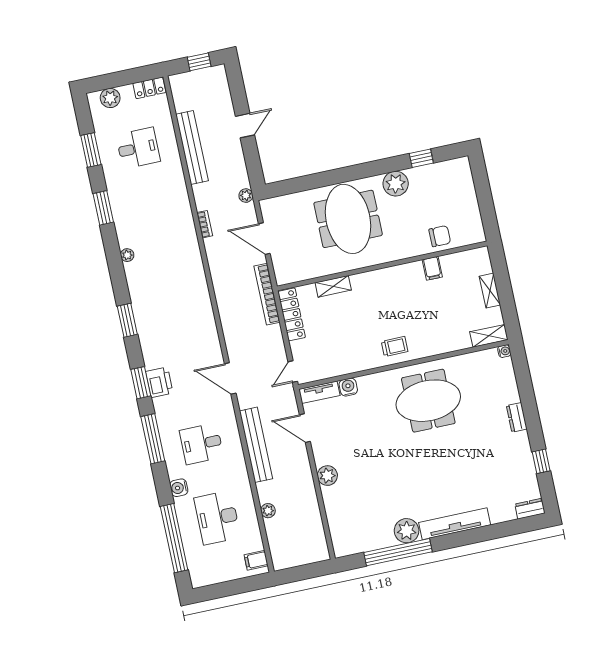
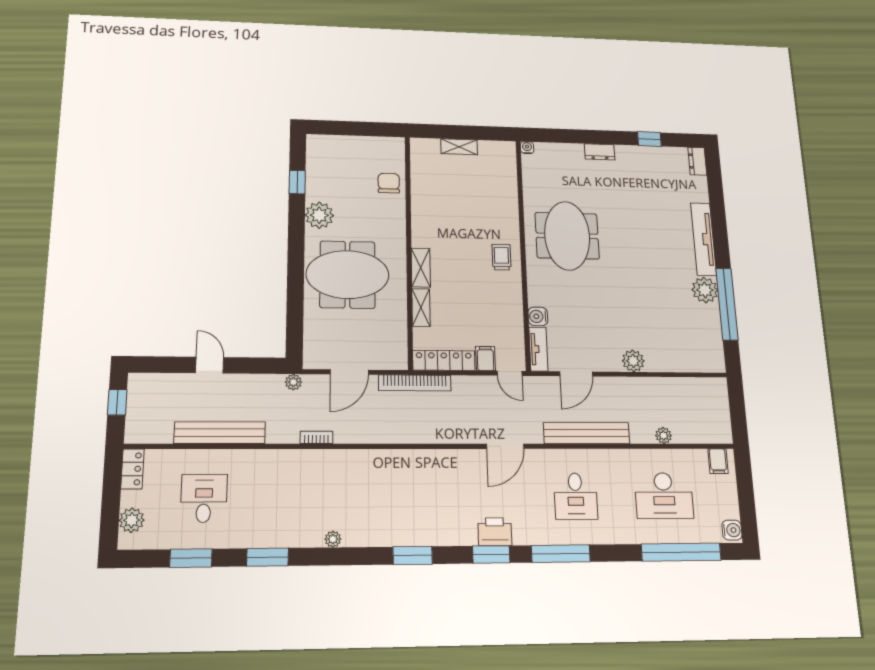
filing cabinet: (432, 268) -> (485, 359), moved, turned -90
shelving: (489, 336) -> (421, 268), moved
water cooler: (179, 488) -> (732, 530), moved, turned -90

